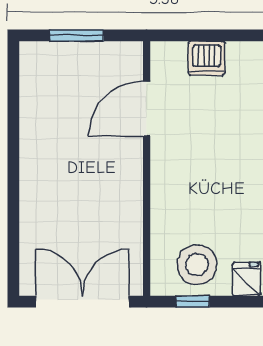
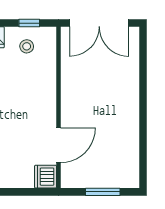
dishwasher: (207, 58) -> (46, 177), moved, turned -90
stool: (197, 265) -> (27, 46), width x0.53, depth x0.53

